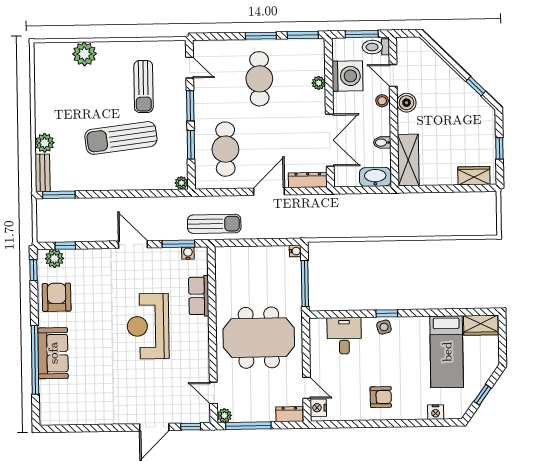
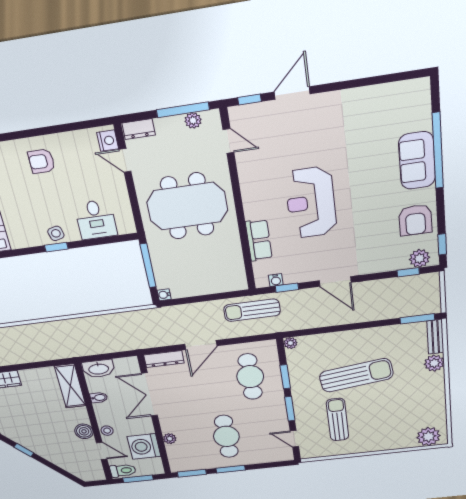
plant: (84, 54) -> (429, 437), moved
window: (178, 244) -> (287, 288), width x0.67
reception desk: (148, 326) -> (311, 203), turned 180
plant: (224, 416) -> (193, 120), moved

